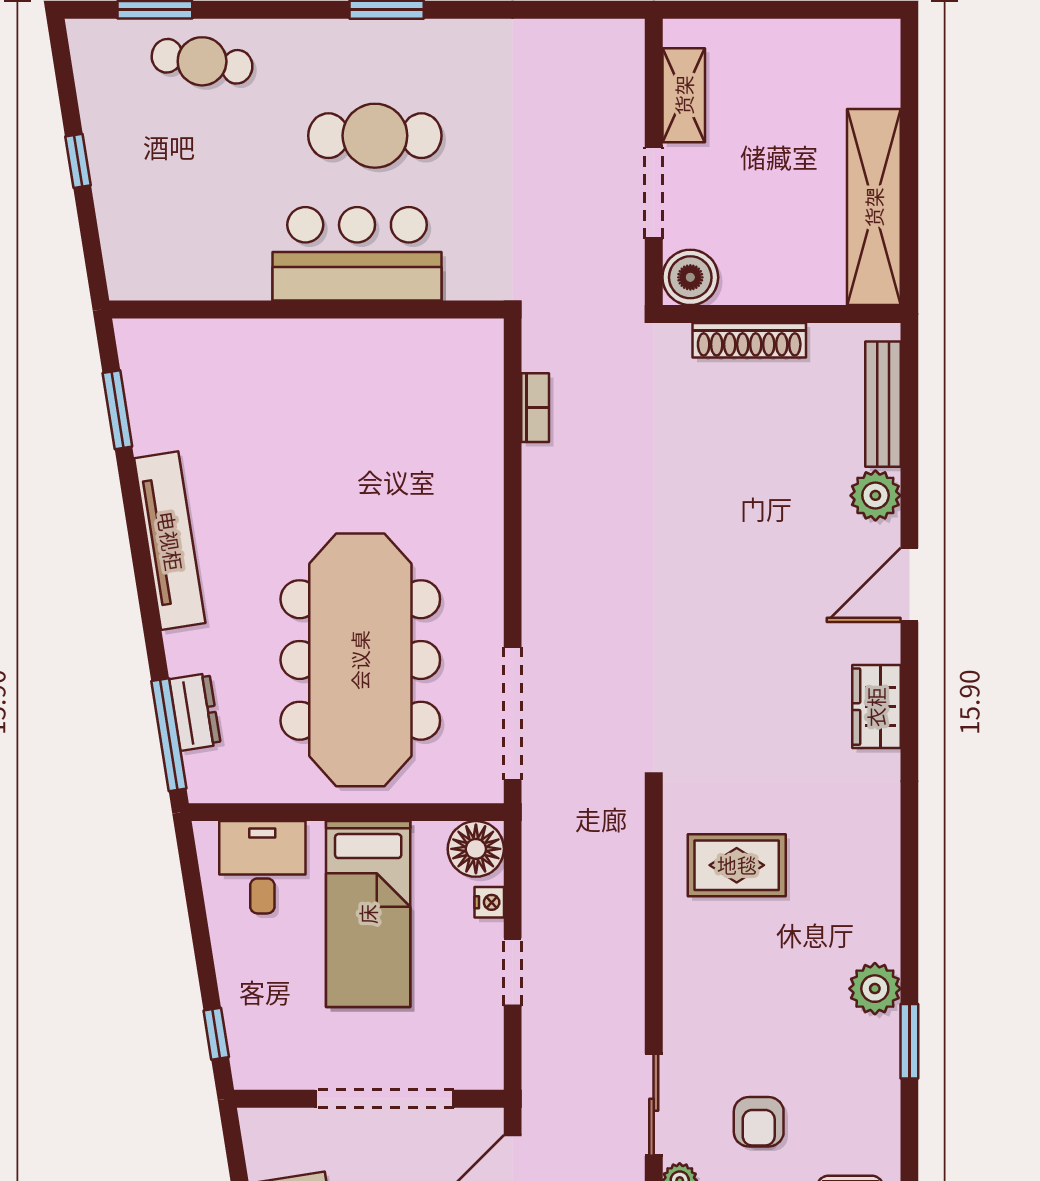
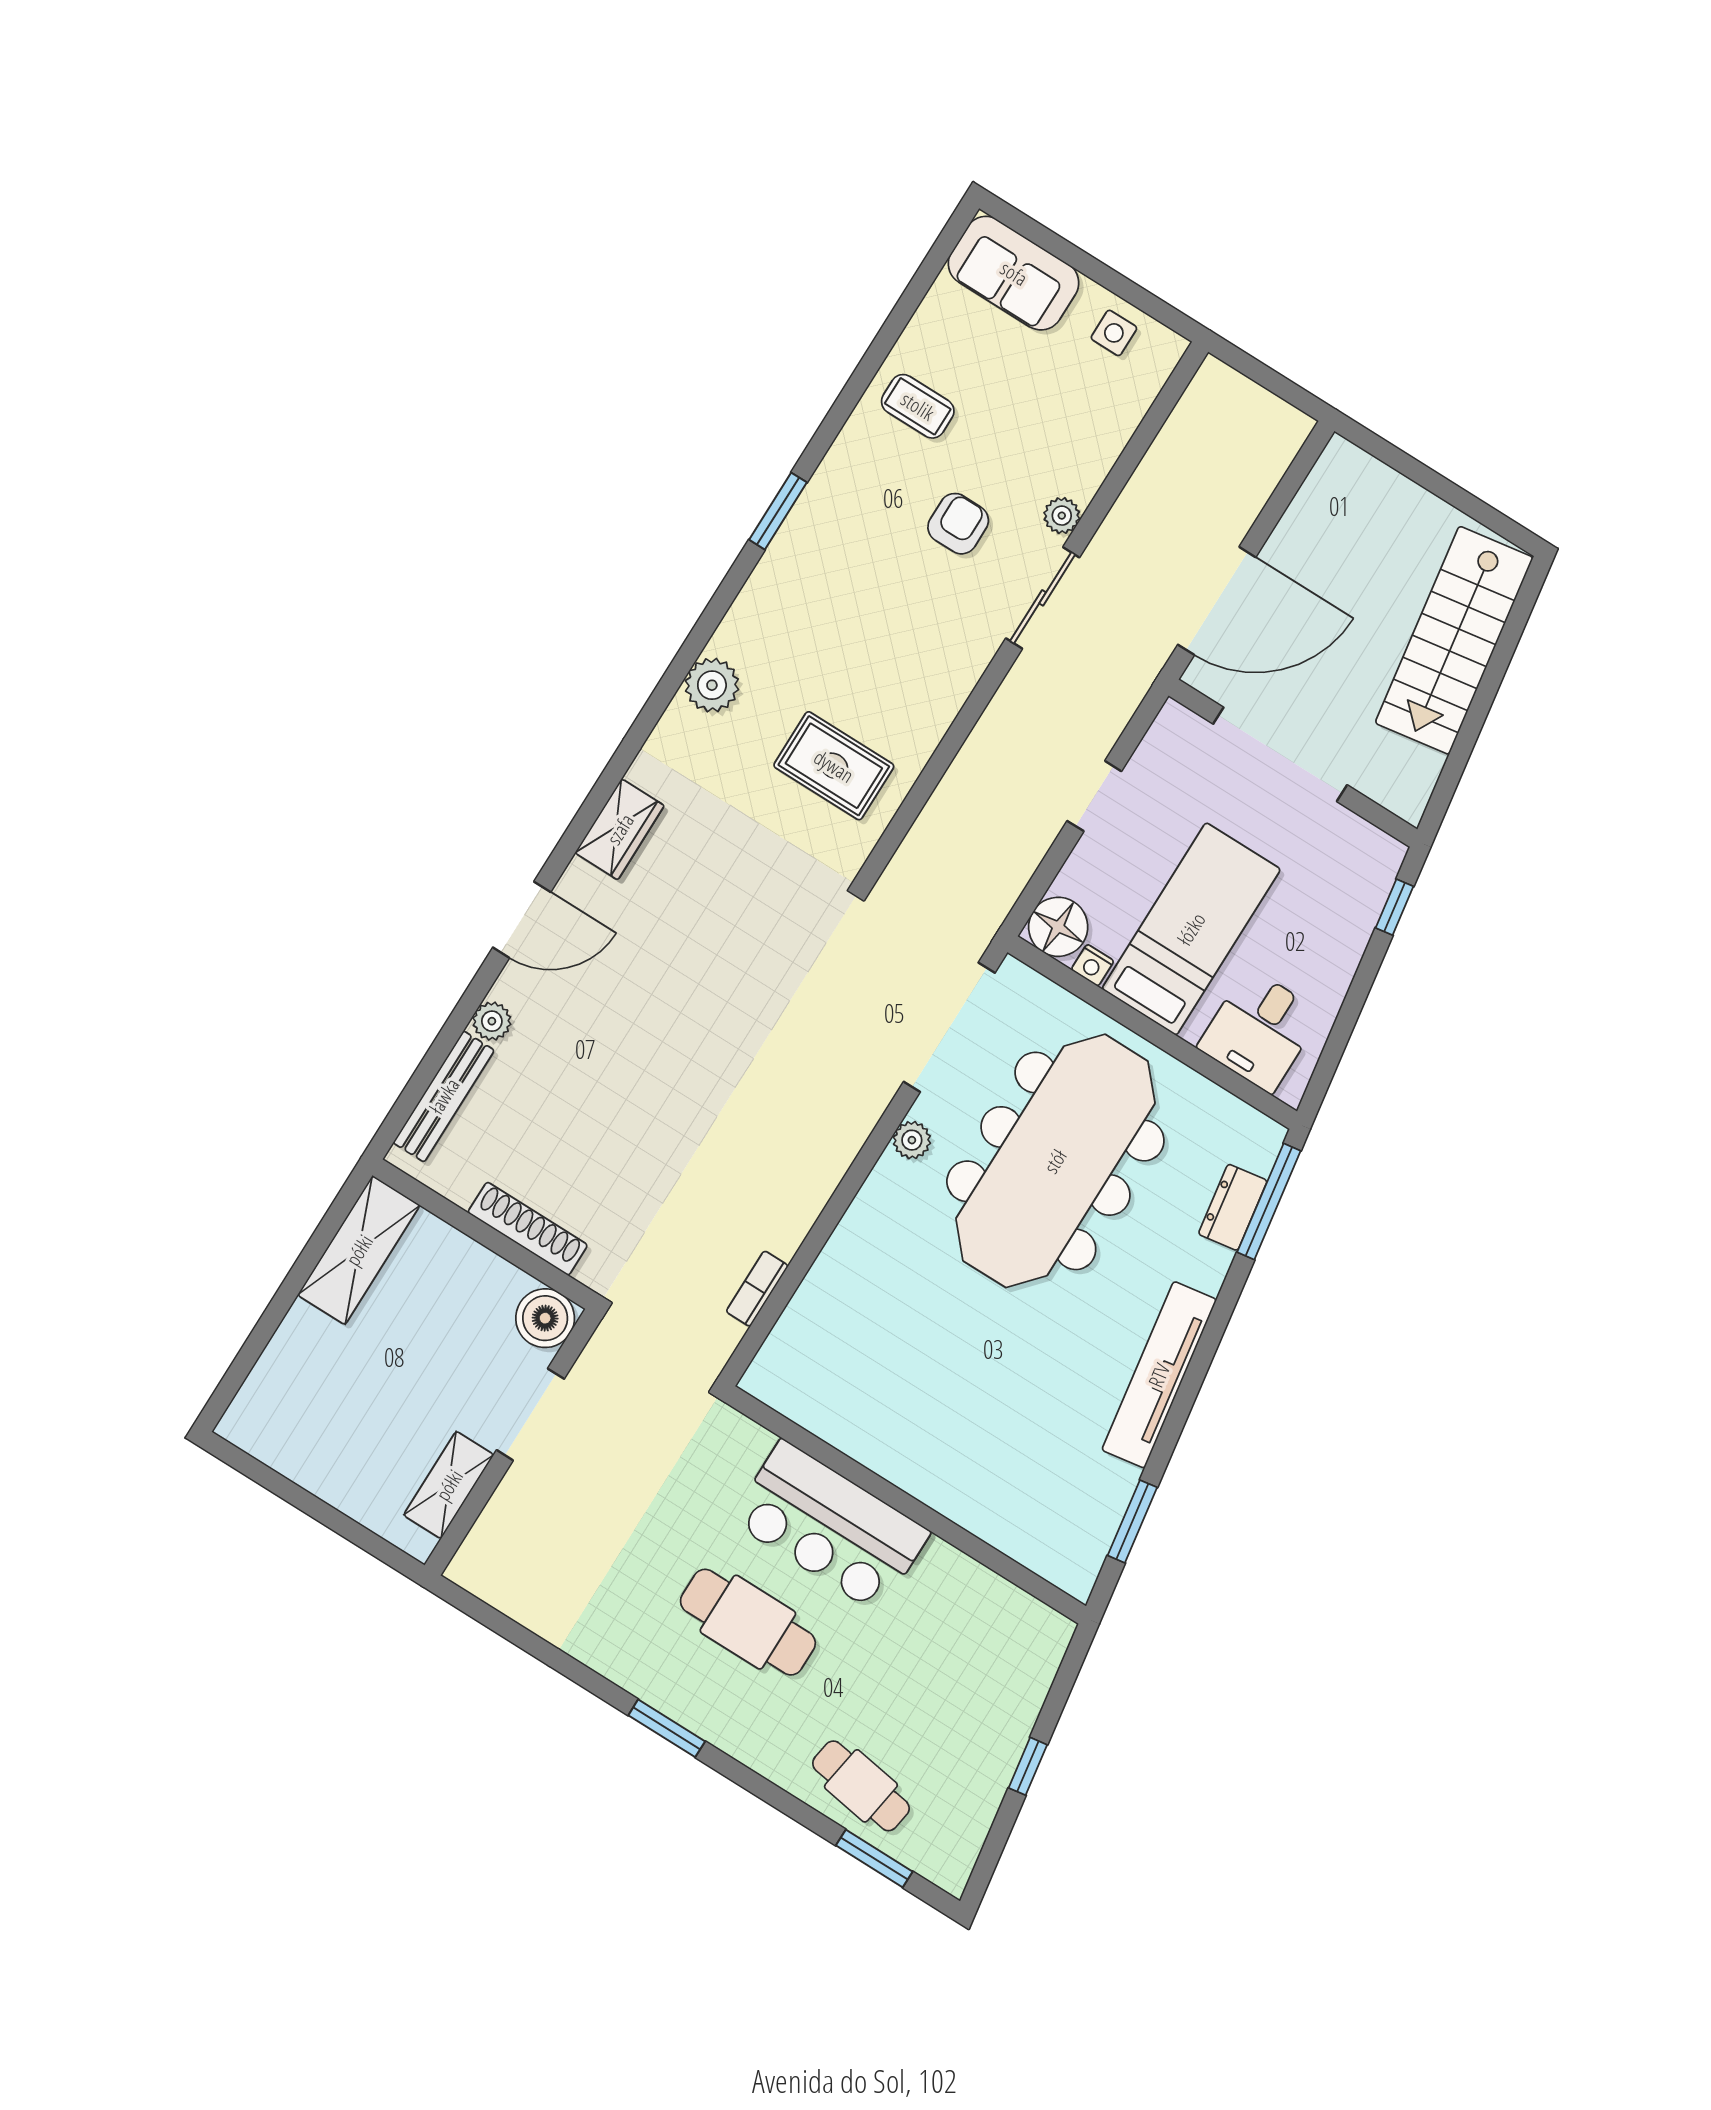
shelving: (874, 207) -> (359, 1250), width x0.68
plant: (875, 495) -> (492, 1021), width x0.73, depth x0.73
plant: (486, 604) -> (912, 1140), added
nightstand: (489, 902) -> (1093, 965), moved, turned -90
plant: (875, 989) -> (712, 685), moved

